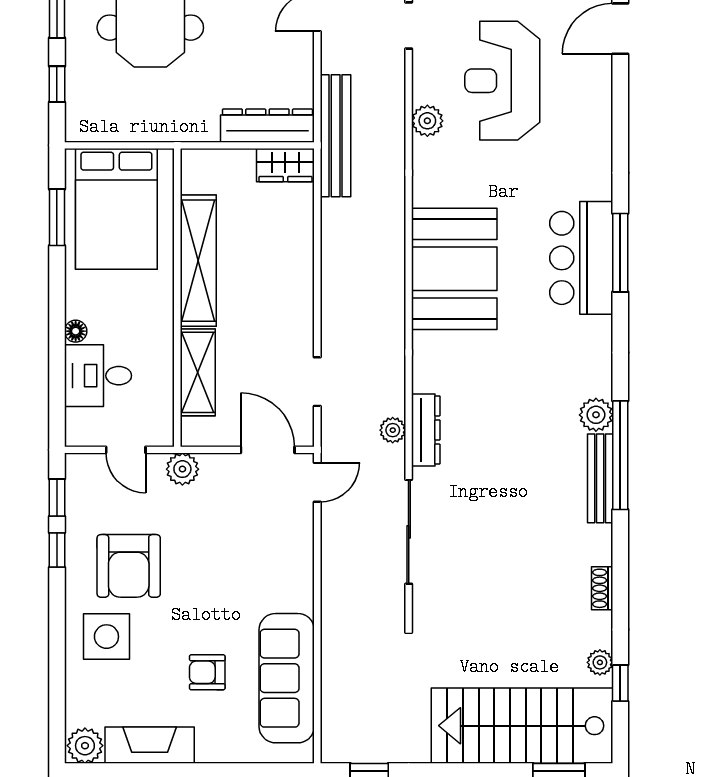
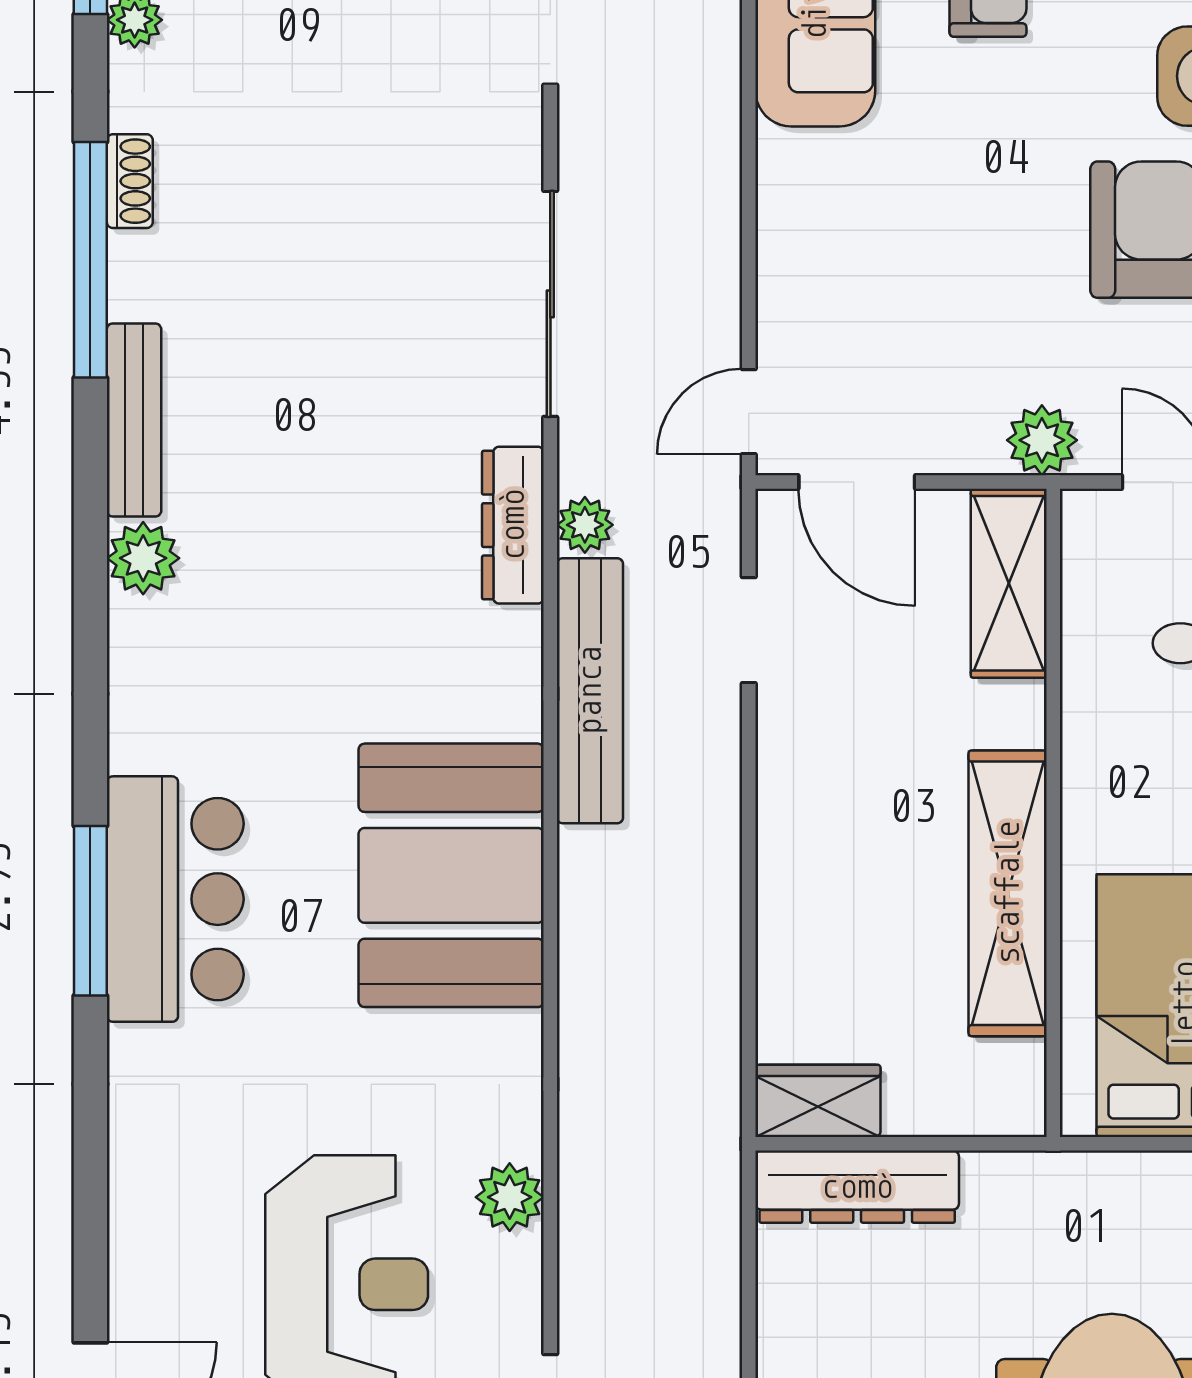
bench: (336, 136) -> (590, 691), moved
shelving: (198, 372) -> (1009, 583), moved
window: (620, 455) -> (90, 260), moved

